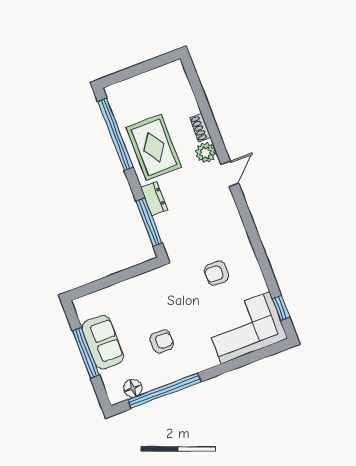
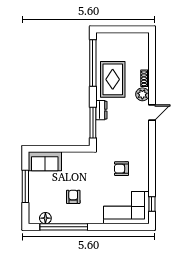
armchair: (162, 341) -> (73, 197), turned -90
sofa: (103, 342) -> (45, 161), moved, turned 90

